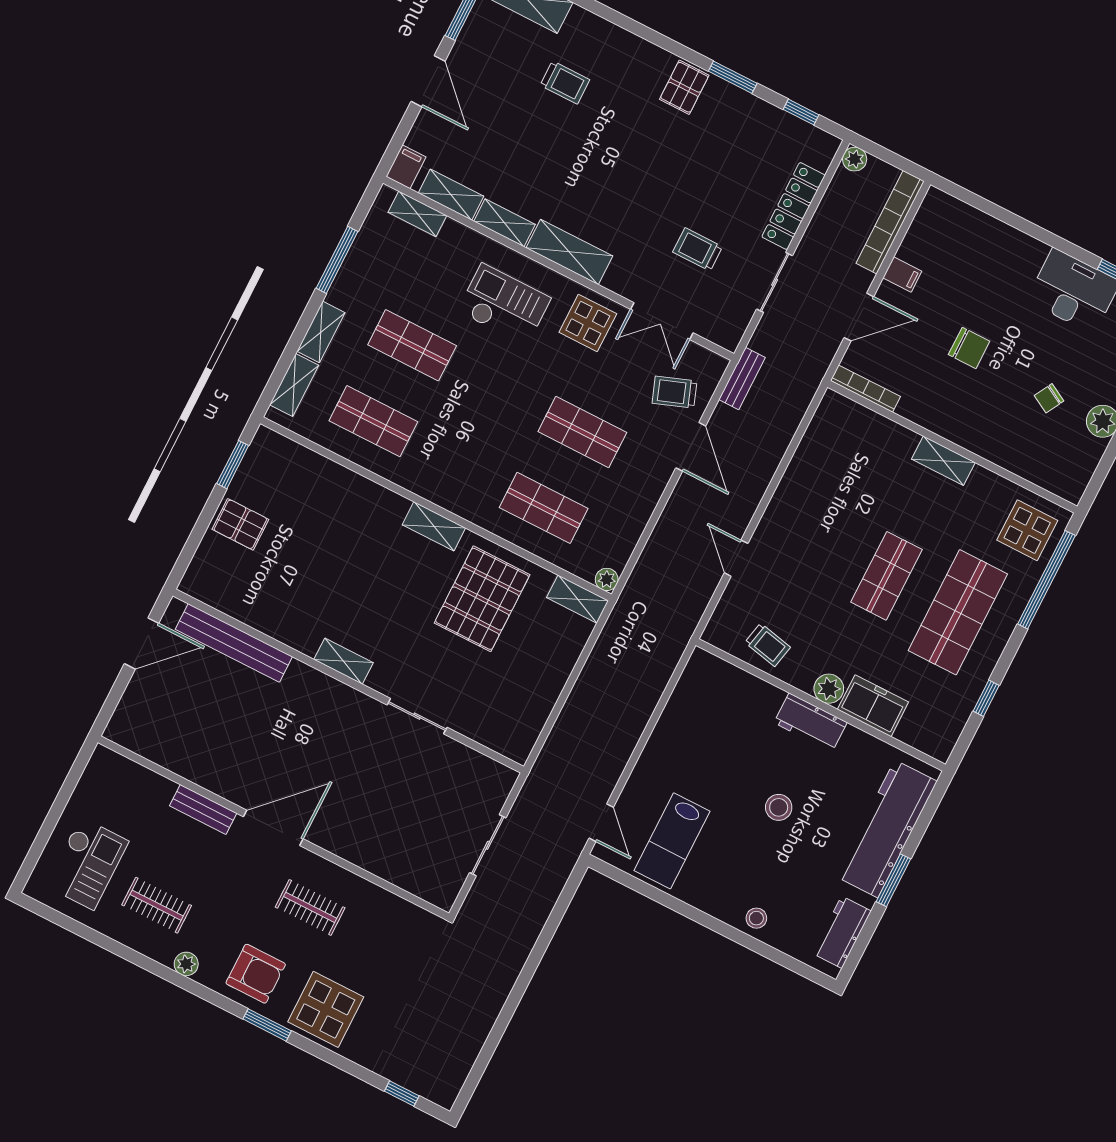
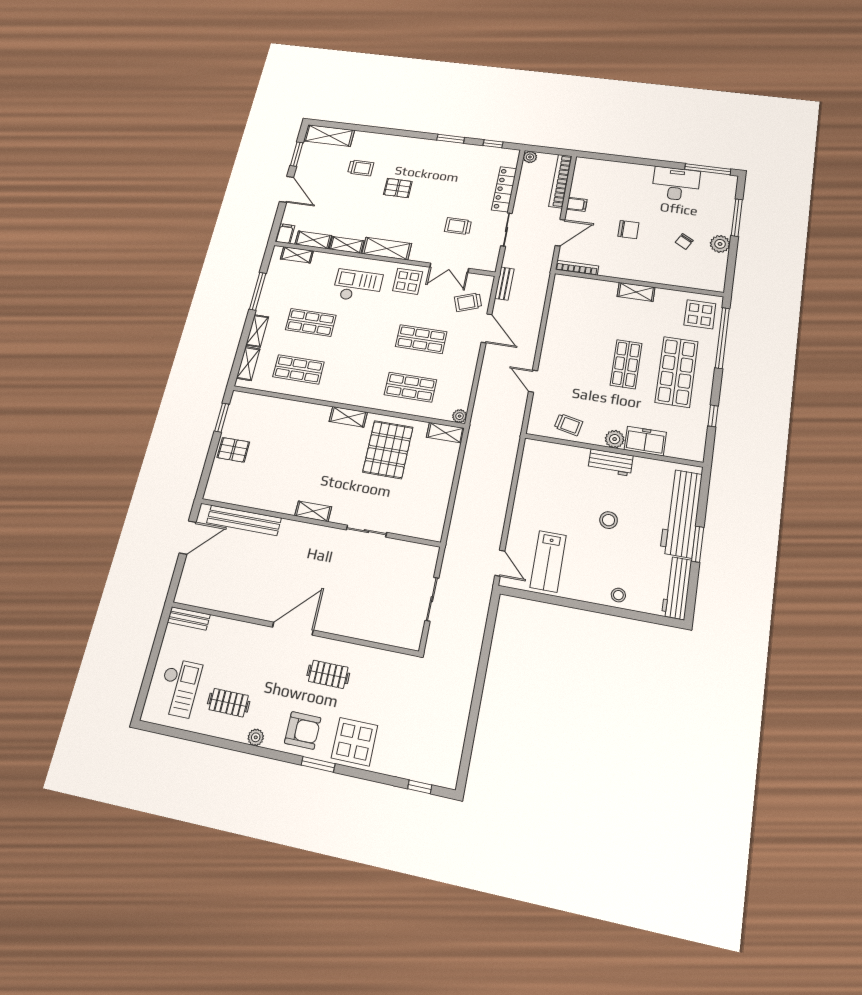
pallet: (684, 87) -> (398, 188), moved, turned 90
bench: (203, 809) -> (189, 618), moved
workbench: (842, 932) -> (677, 588), width x1.38

